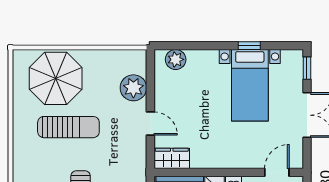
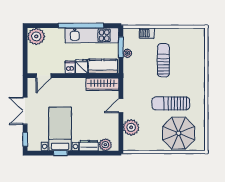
dresser: (203, 58) -> (89, 146), added
door: (150, 124) -> (121, 106), hinge flipped
wardrobe: (172, 158) -> (102, 84), width x1.50

